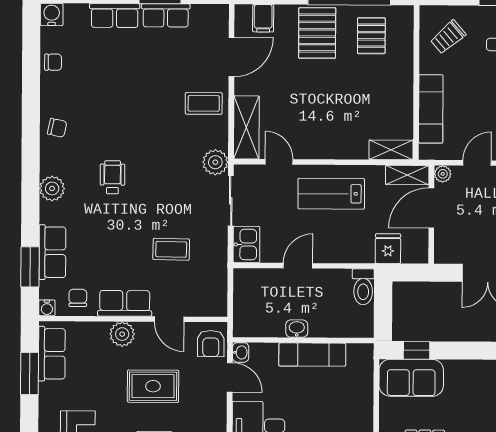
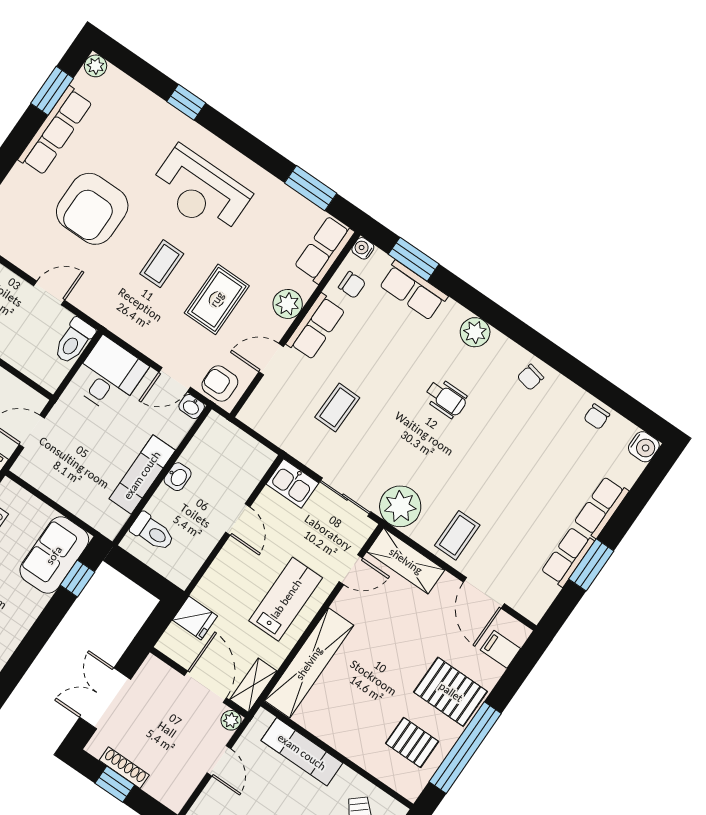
shelving: (391, 150) -> (309, 663), width x2.20, depth x1.33
plant: (215, 162) -> (400, 506), width x1.36, depth x1.36
toilet: (363, 287) -> (153, 532), moved, turned 180
row of seats: (52, 354) -> (324, 249), moved, turned 90

